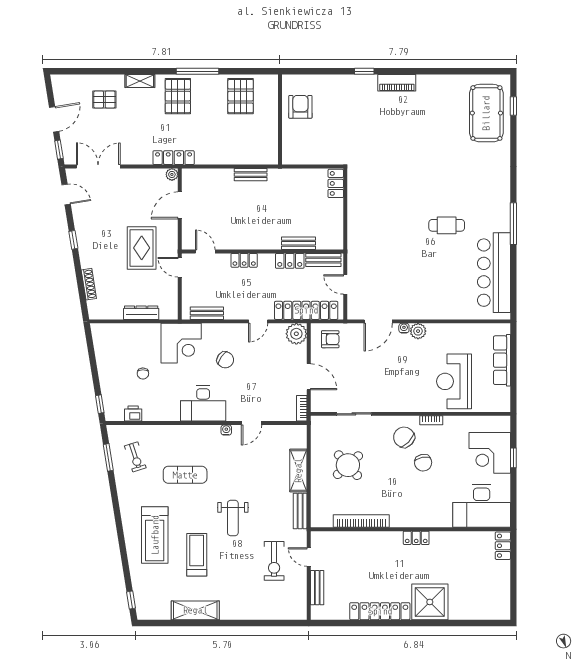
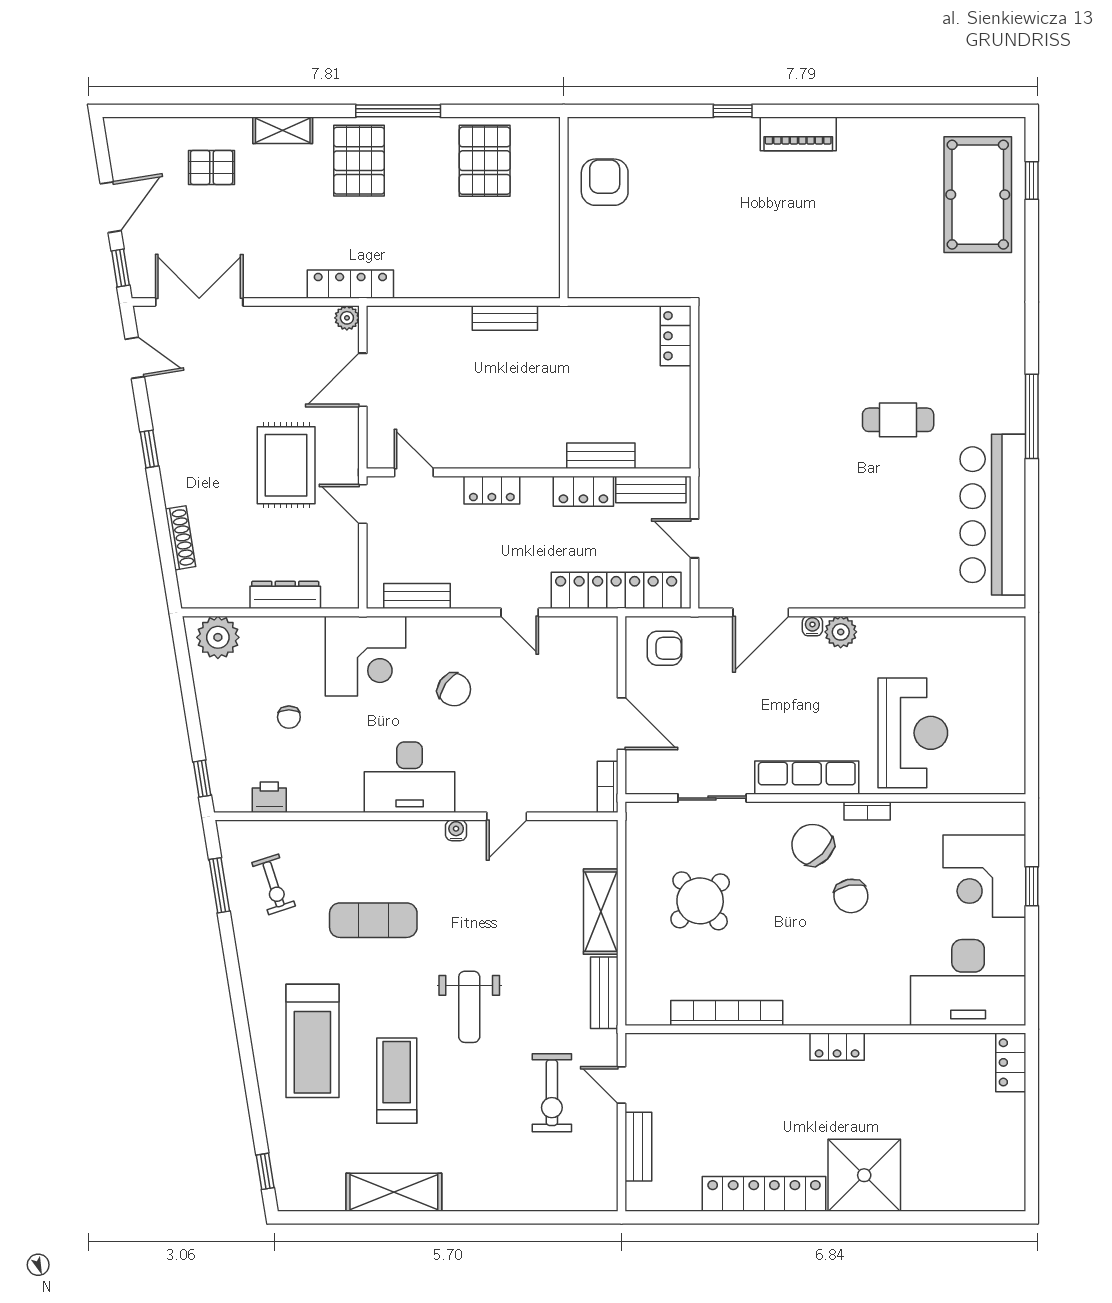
door: (258, 321) -> (520, 612), hinge flipped
plant: (296, 334) -> (218, 637), moved
row of seats: (502, 360) -> (807, 778), moved, turned 90
reception desk: (454, 381) -> (913, 733), turned 180

